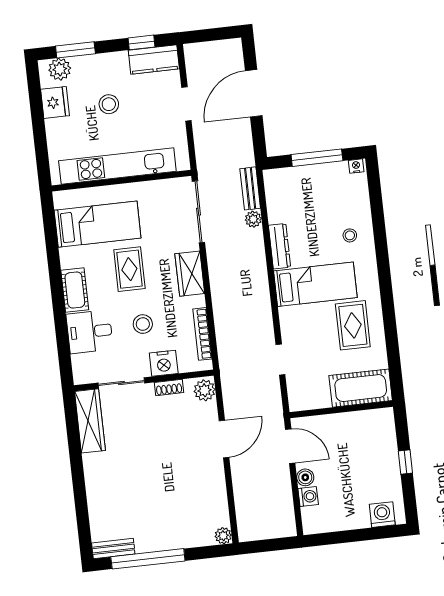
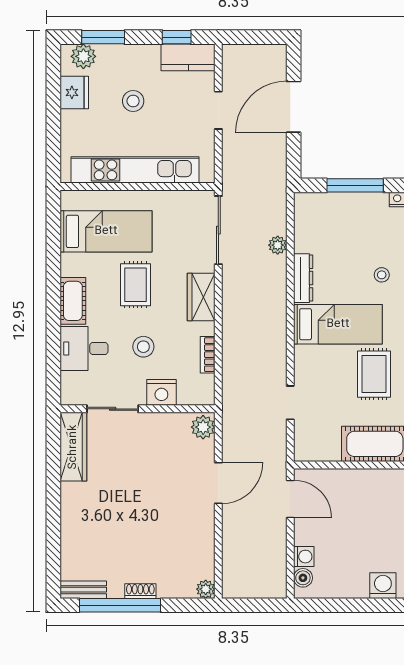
bench: (250, 188) -> (278, 211), removed
bookcase: (202, 334) -> (208, 355), width x0.64
shoe rack: (169, 388) -> (140, 591), moved, turned 180
boiler: (305, 477) -> (303, 578), moved

